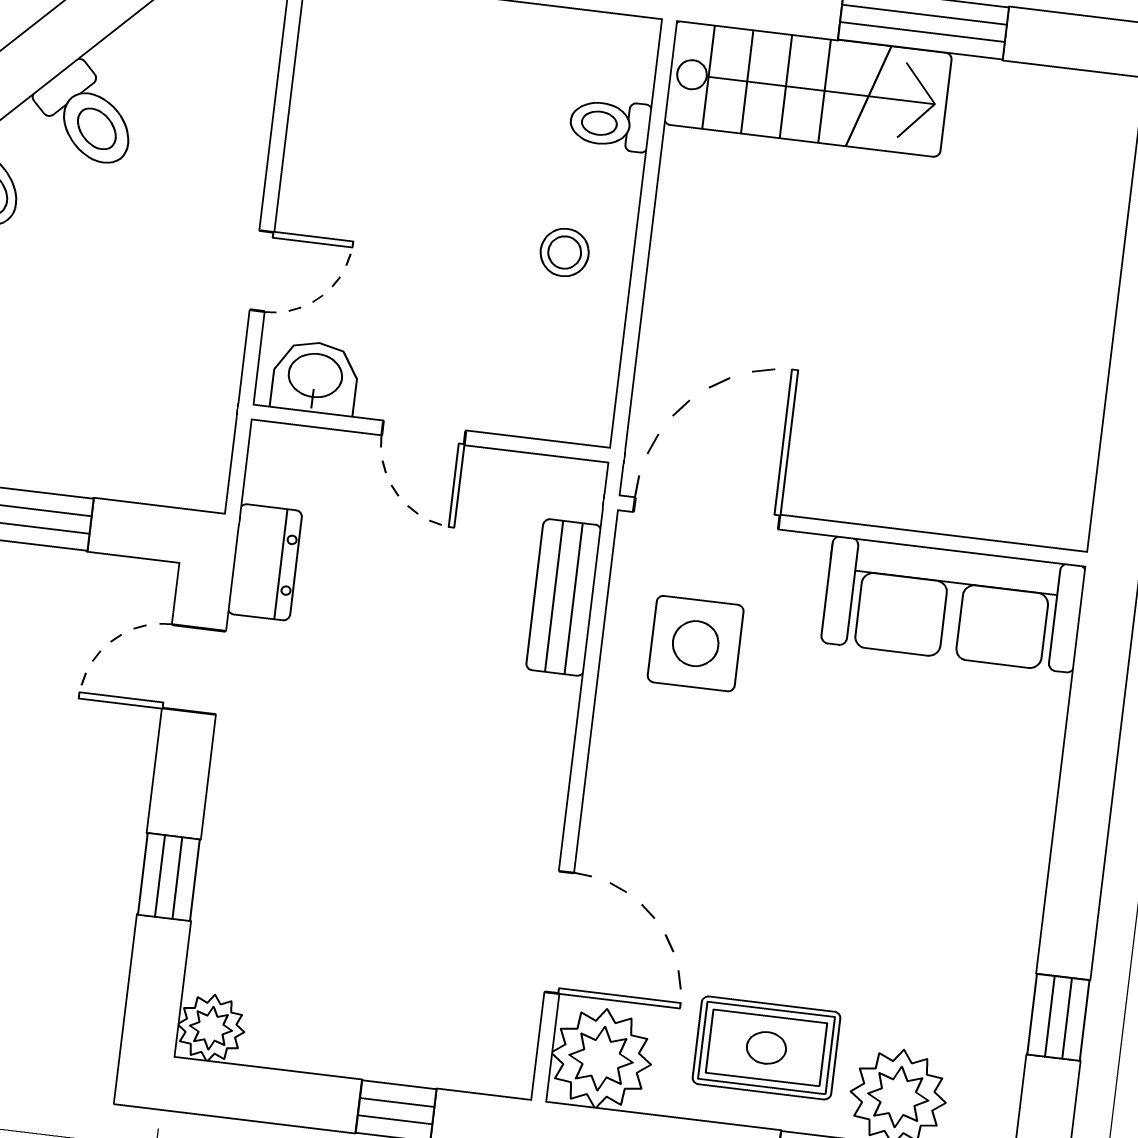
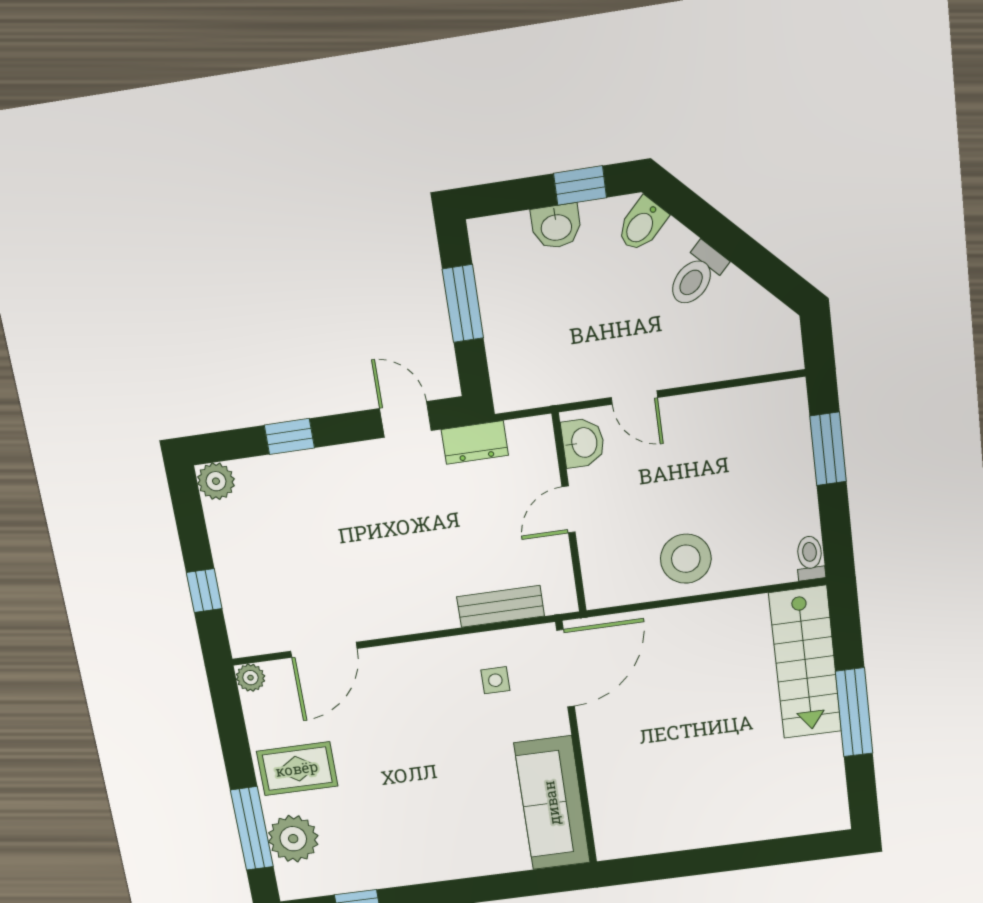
toilet: (610, 125) -> (810, 558), moved
stool: (565, 253) -> (686, 559), width x1.89, depth x1.89
door: (707, 513) -> (565, 668), hinge flipped
side table: (696, 644) -> (495, 680), width x0.54, depth x0.54
rug: (766, 1048) -> (297, 769), turned 90
plant: (601, 1059) -> (251, 678), width x0.53, depth x0.53

